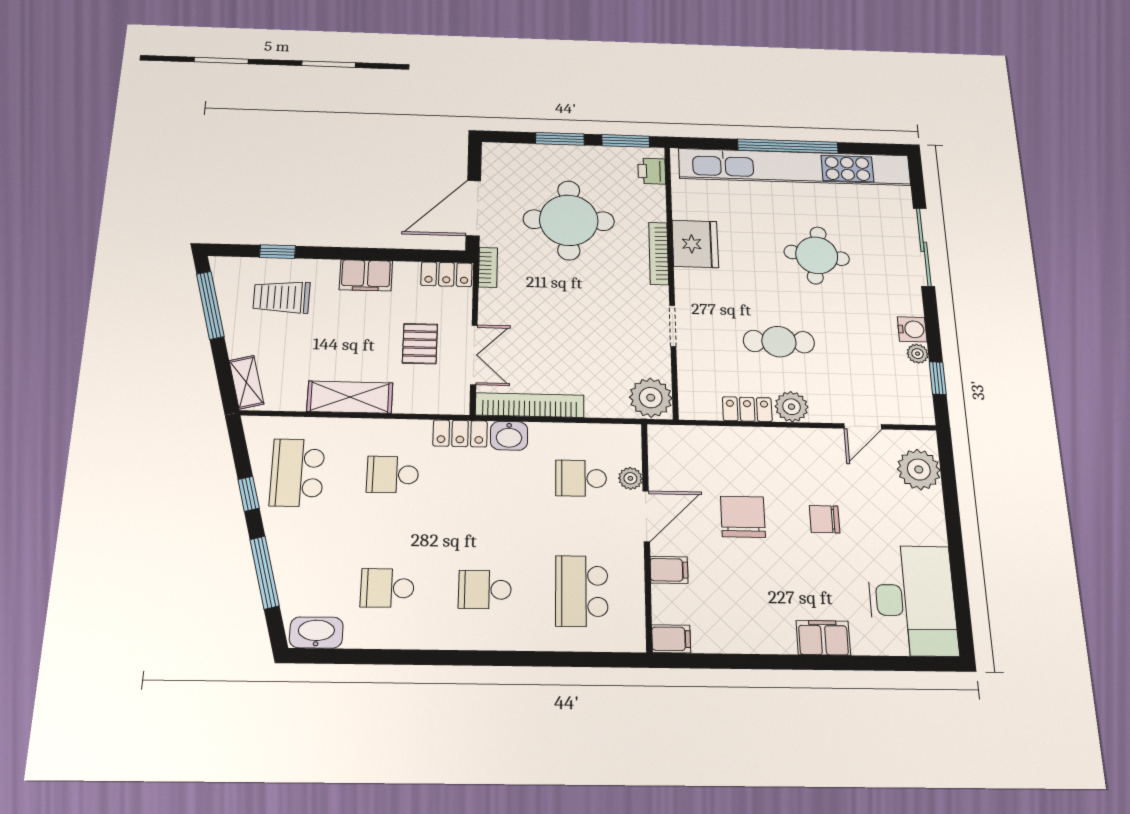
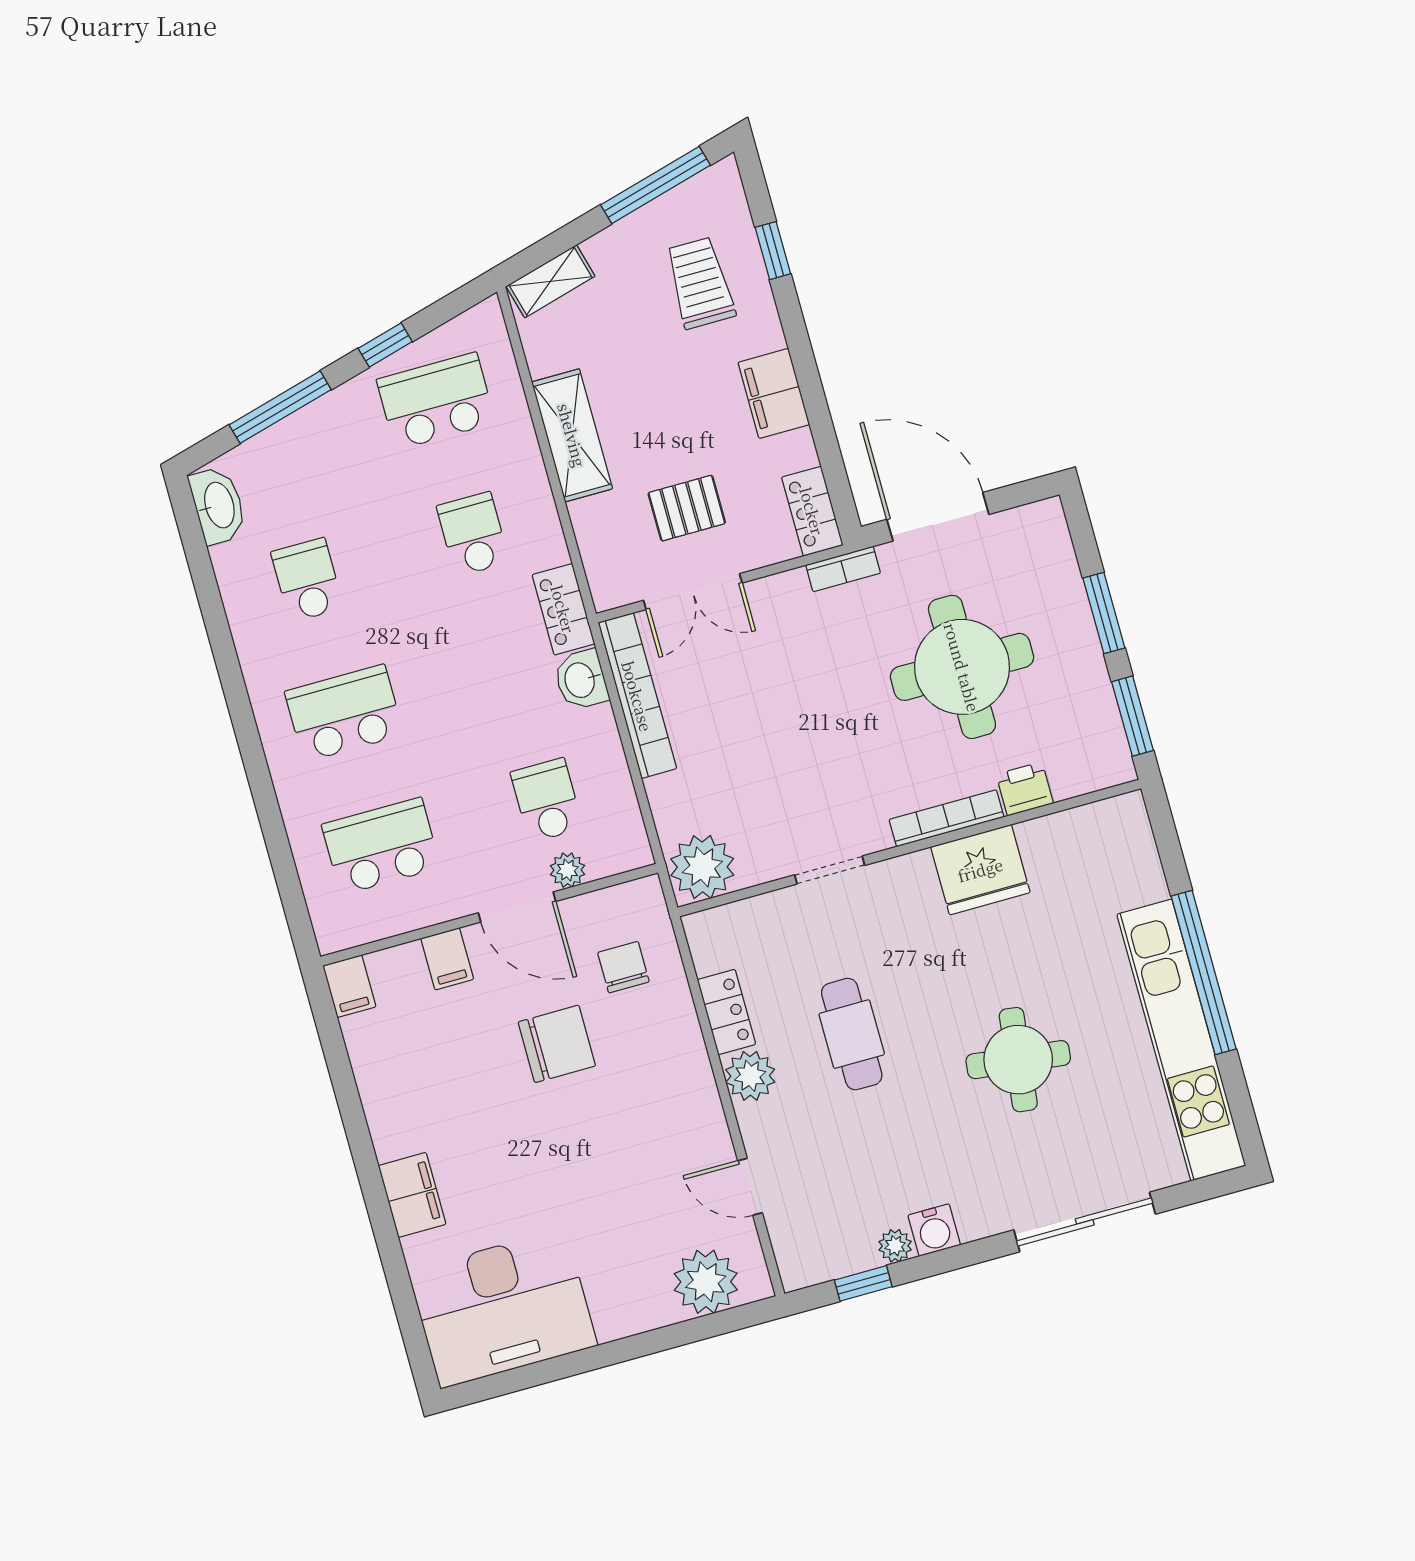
kitchen unit: (795, 167) -> (1181, 1040), width x0.73
printer: (652, 171) -> (1025, 789), moved
chair: (825, 519) -> (623, 967), moved
school desk: (485, 590) -> (344, 713), width x1.85

